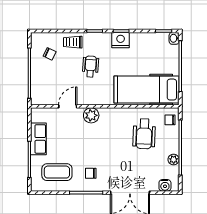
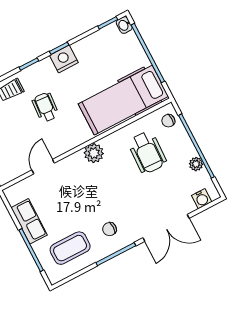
plant: (91, 115) -> (94, 153), moved

